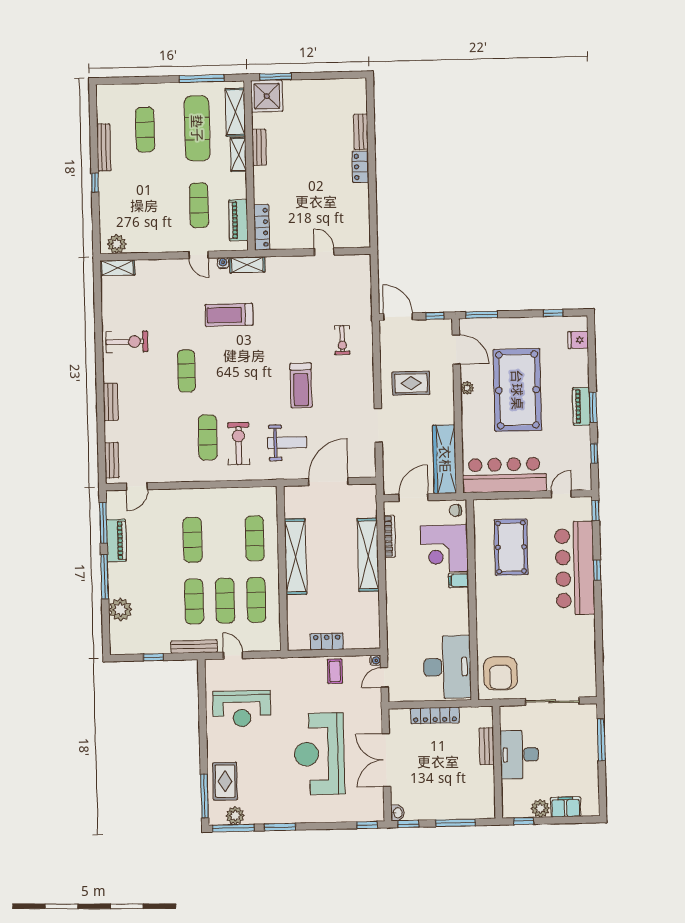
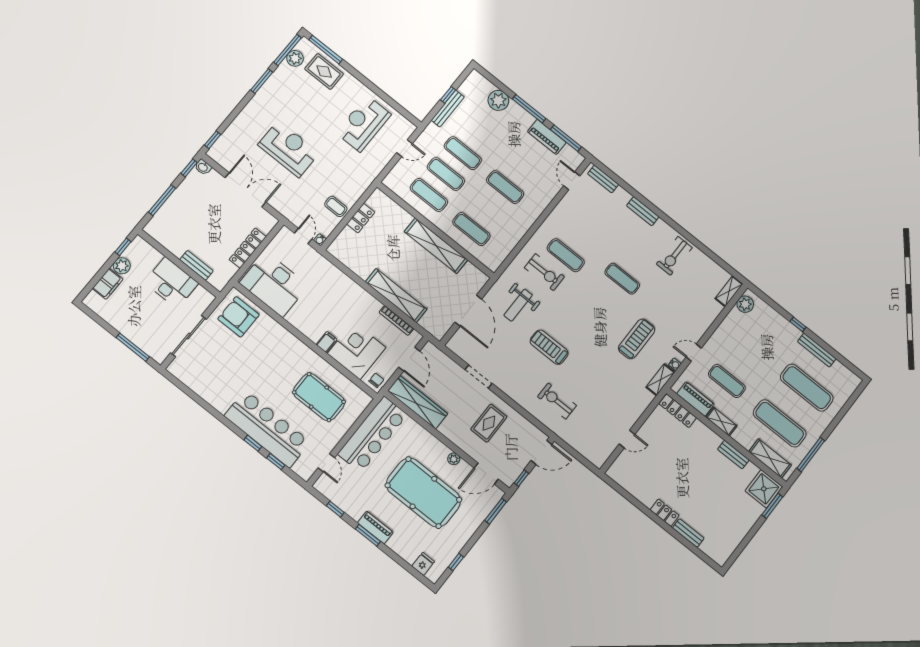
exercise mat: (145, 130) -> (807, 388), width x1.36, depth x1.45
shelving: (238, 154) -> (721, 422), moved
exercise bike: (342, 340) -> (557, 401), width x1.38, depth x1.39
window: (596, 511) -> (276, 462), moved
bench: (194, 647) -> (448, 109), moved
reception desk: (319, 754) -> (289, 149), width x0.74, depth x0.77

